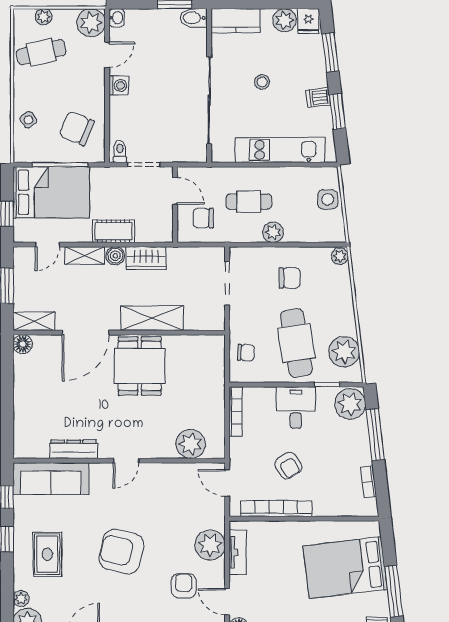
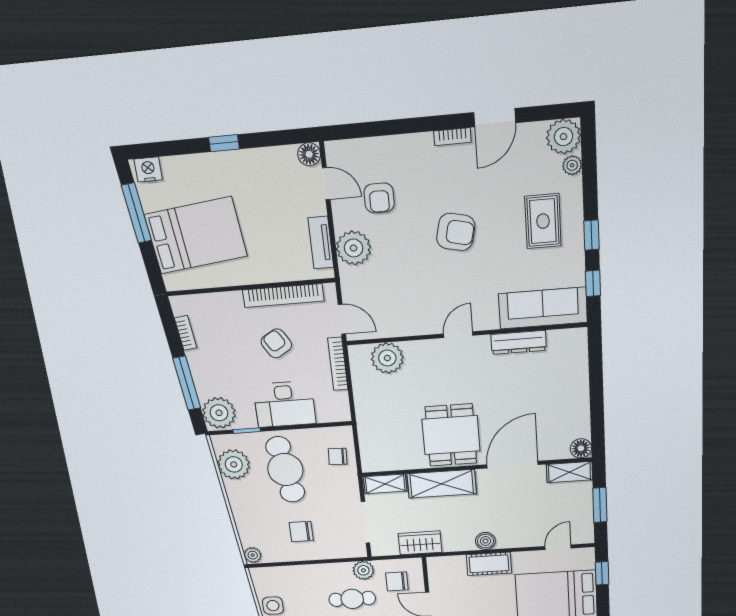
chair: (203, 218) -> (397, 581), turned 180
plant: (273, 232) -> (363, 570), moved
shelving: (85, 255) -> (385, 484), moved
wardrobe: (146, 258) -> (420, 543), moved
desk: (296, 408) -> (285, 404), width x1.37
bookcase: (235, 411) -> (338, 364), moved
armchair: (121, 551) -> (456, 232), width x0.73, depth x0.73

